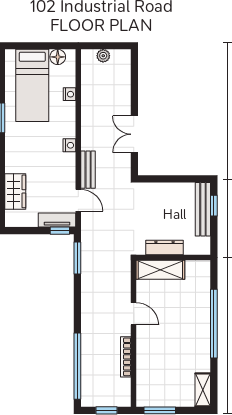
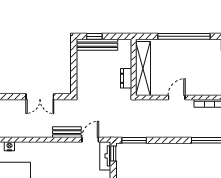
nightstand: (69, 145) -> (48, 146), removed
dresser: (165, 248) -> (126, 78), width x0.70
shelving: (160, 270) -> (143, 68), width x1.47

